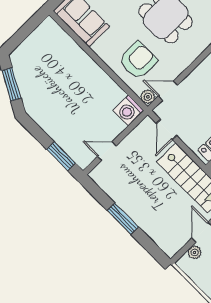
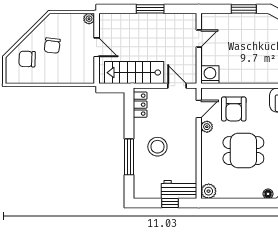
plant: (148, 97) -> (207, 127), moved
window: (61, 156) -> (244, 9), moved
plant: (195, 252) -> (89, 19), moved

